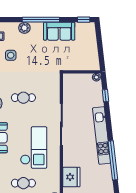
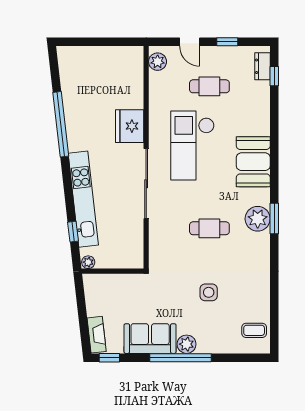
plant: (24, 28) -> (187, 344), moved
fireplace: (91, 34) -> (97, 335), added
side table: (11, 55) -> (209, 292), moved
kitchen unit: (102, 135) -> (83, 199), moved
fridge: (71, 177) -> (130, 126), moved

